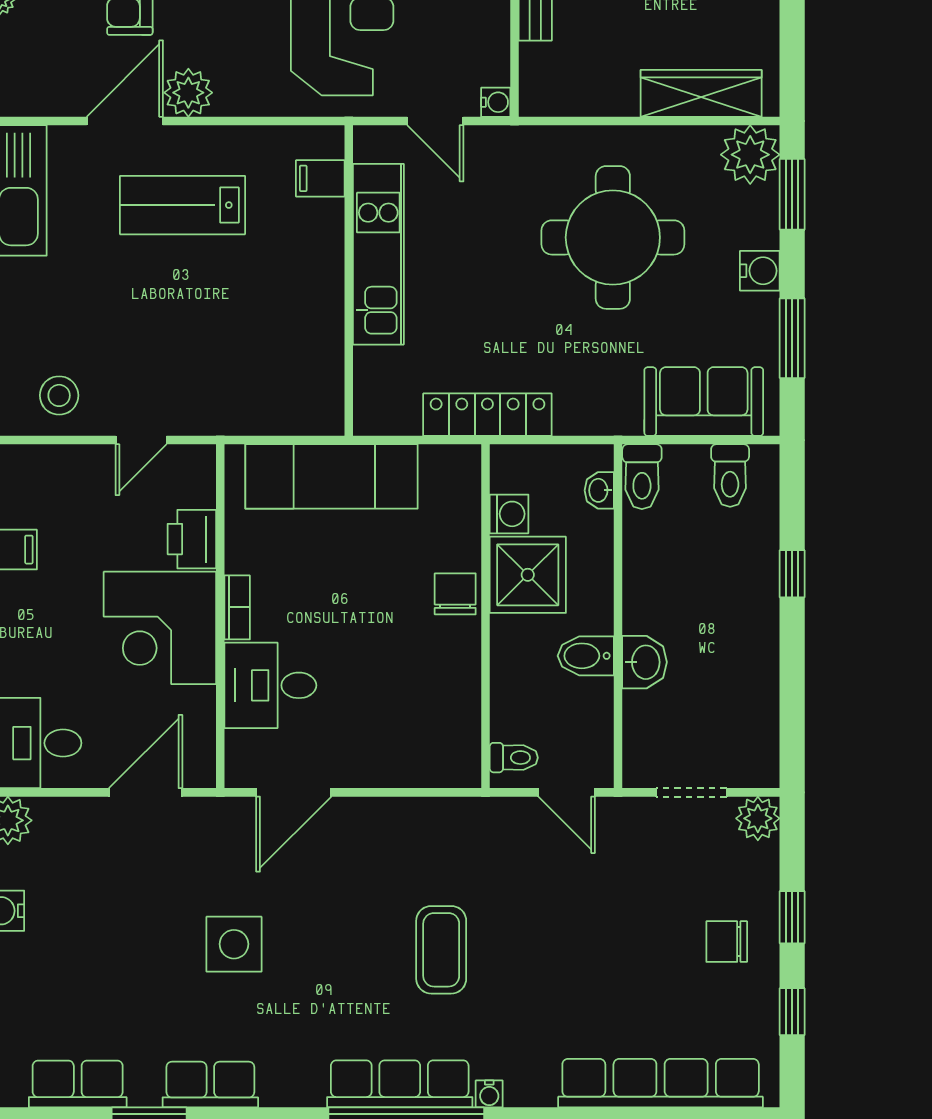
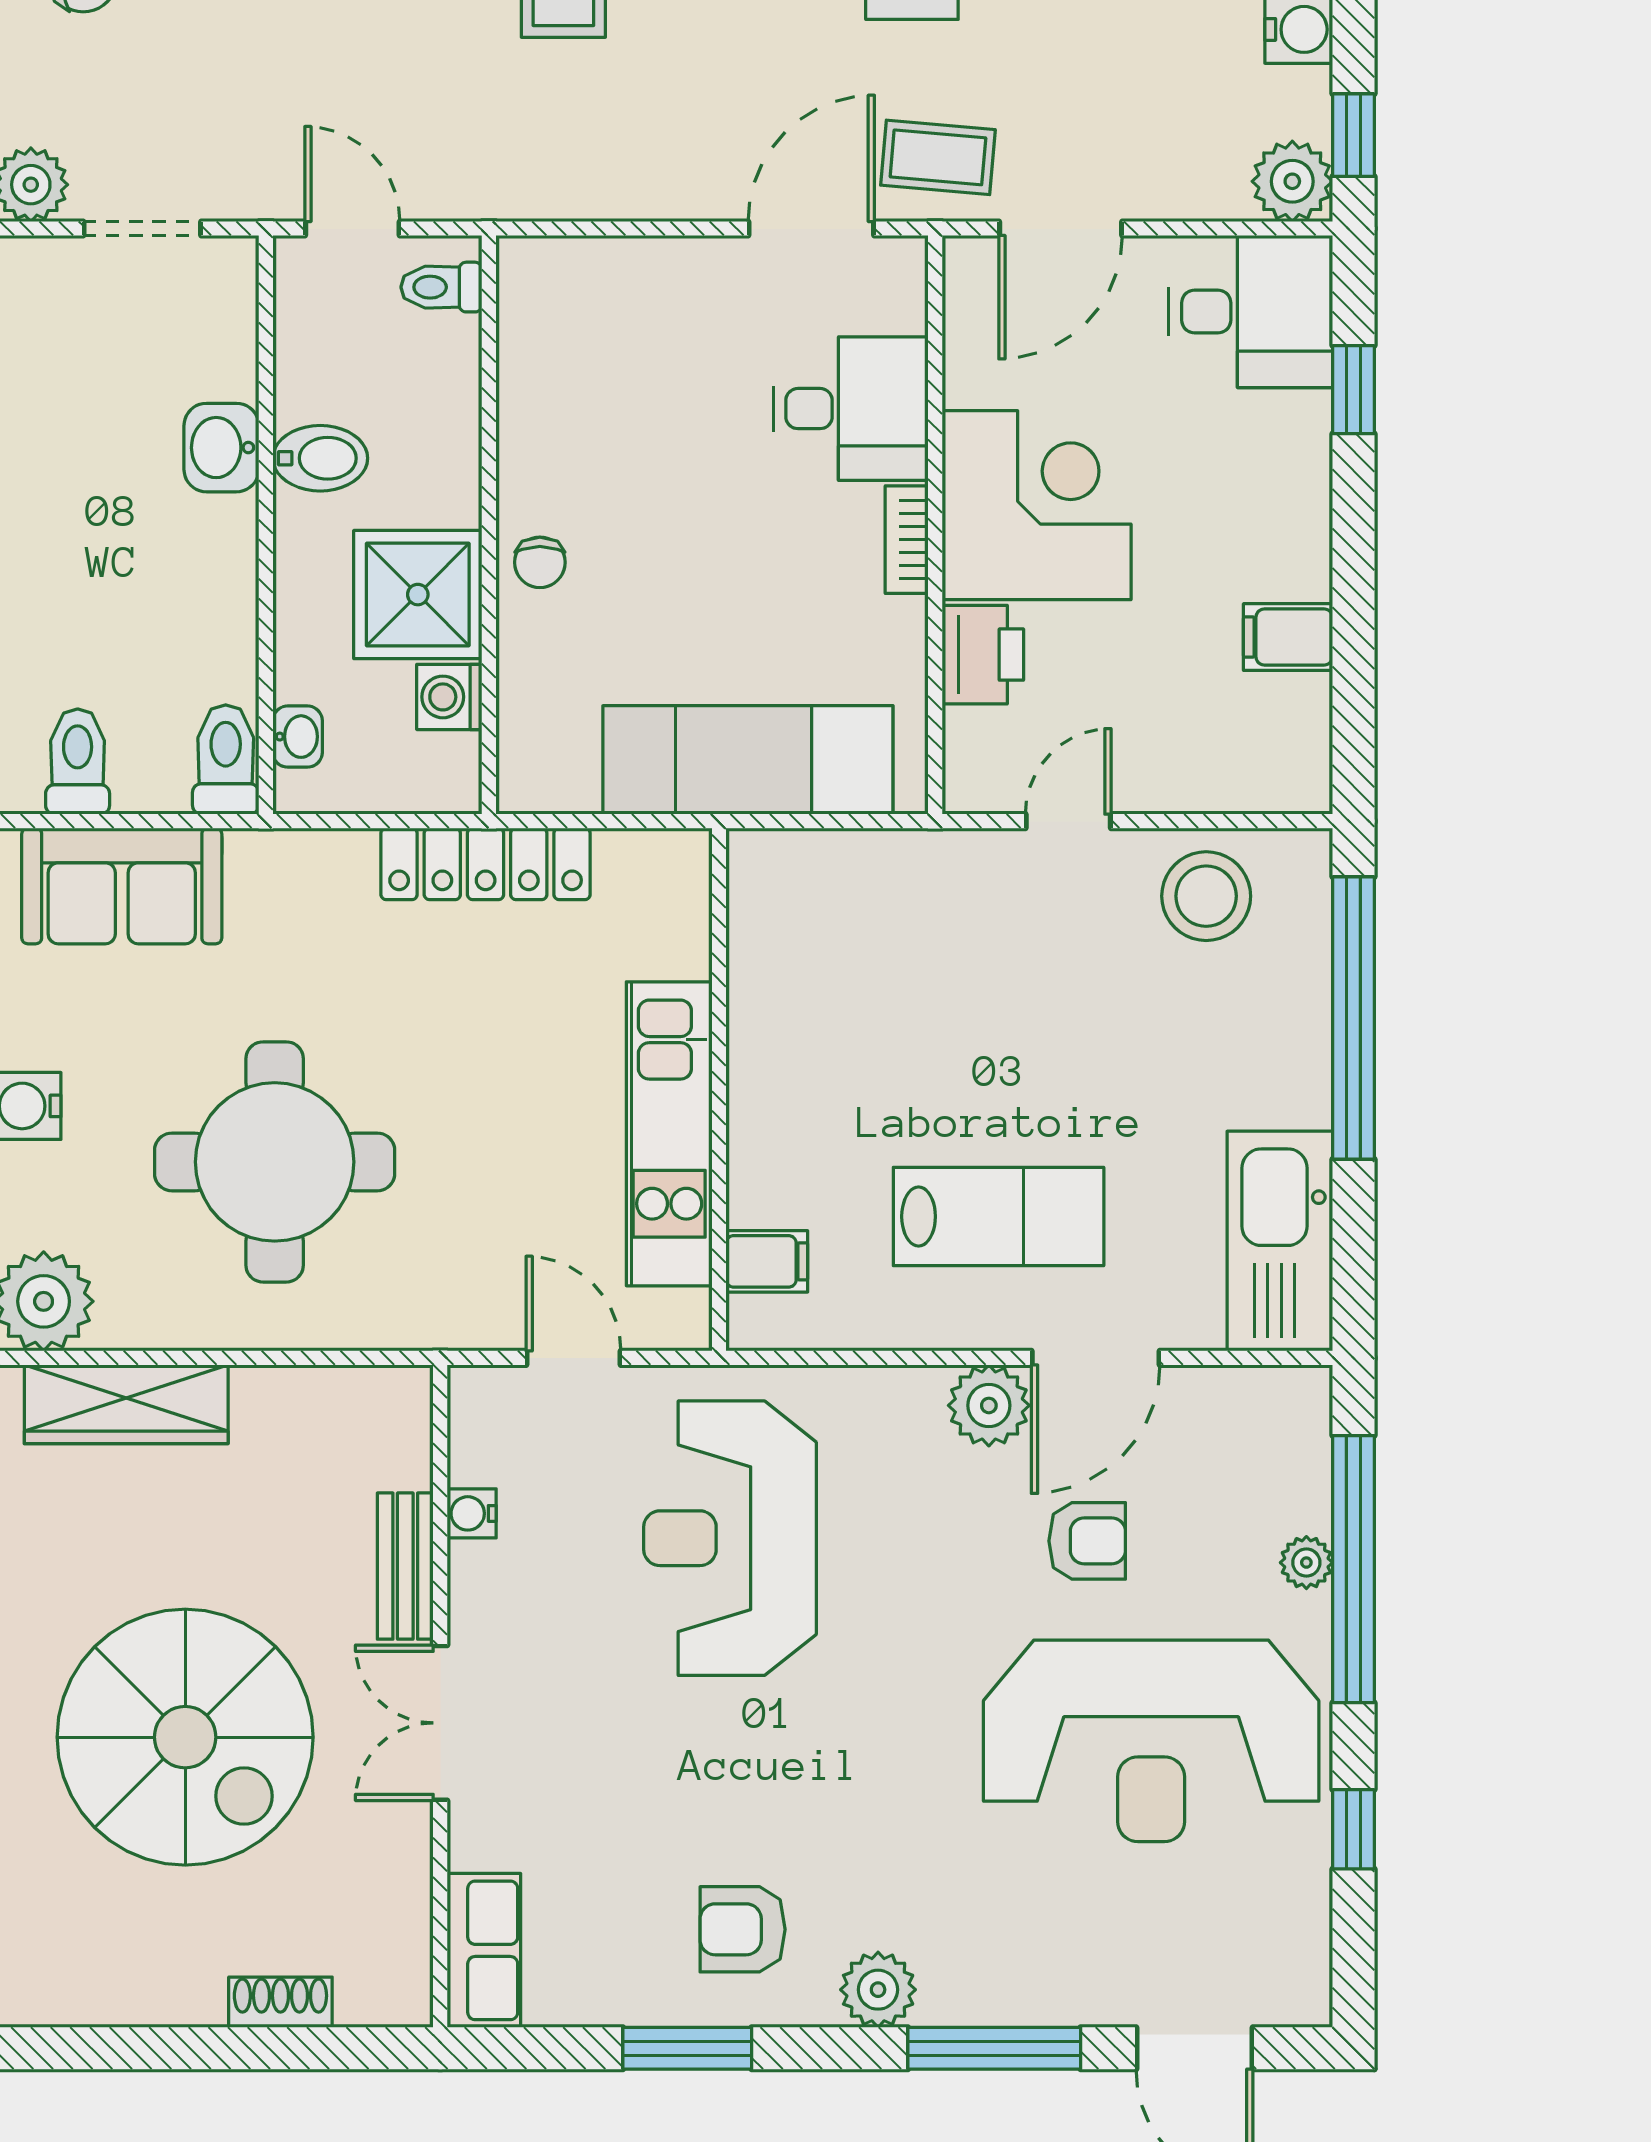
water cooler: (496, 102) -> (472, 1513), moved
stool: (59, 395) -> (1206, 896), width x1.38, depth x1.38
chair: (455, 594) -> (540, 562), width x0.73, depth x0.73
coffee table: (218, 835) -> (938, 157), added

